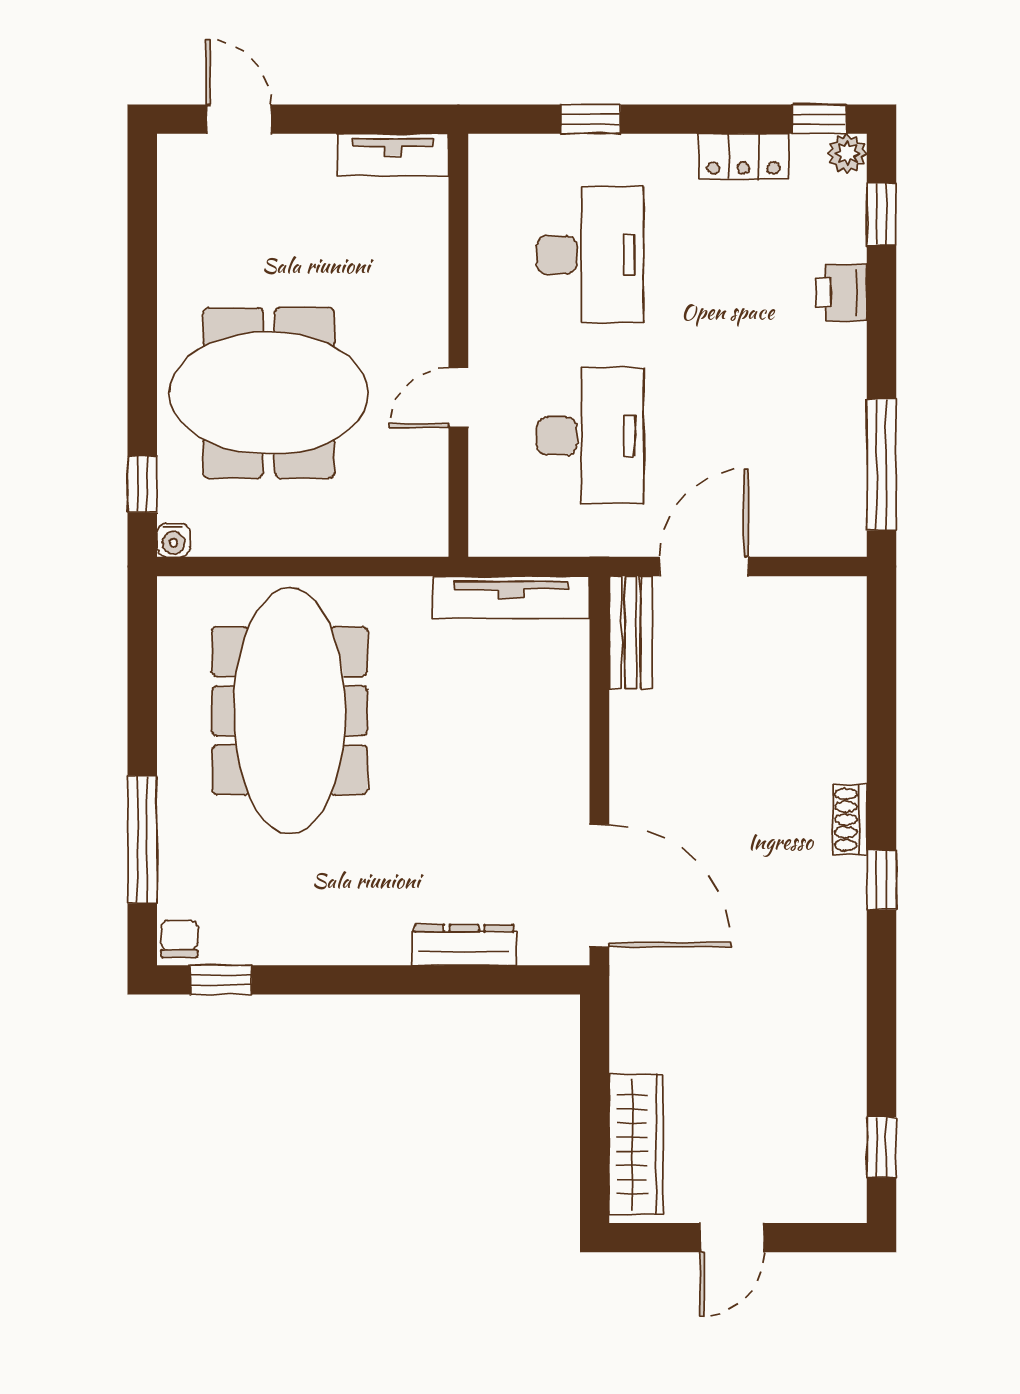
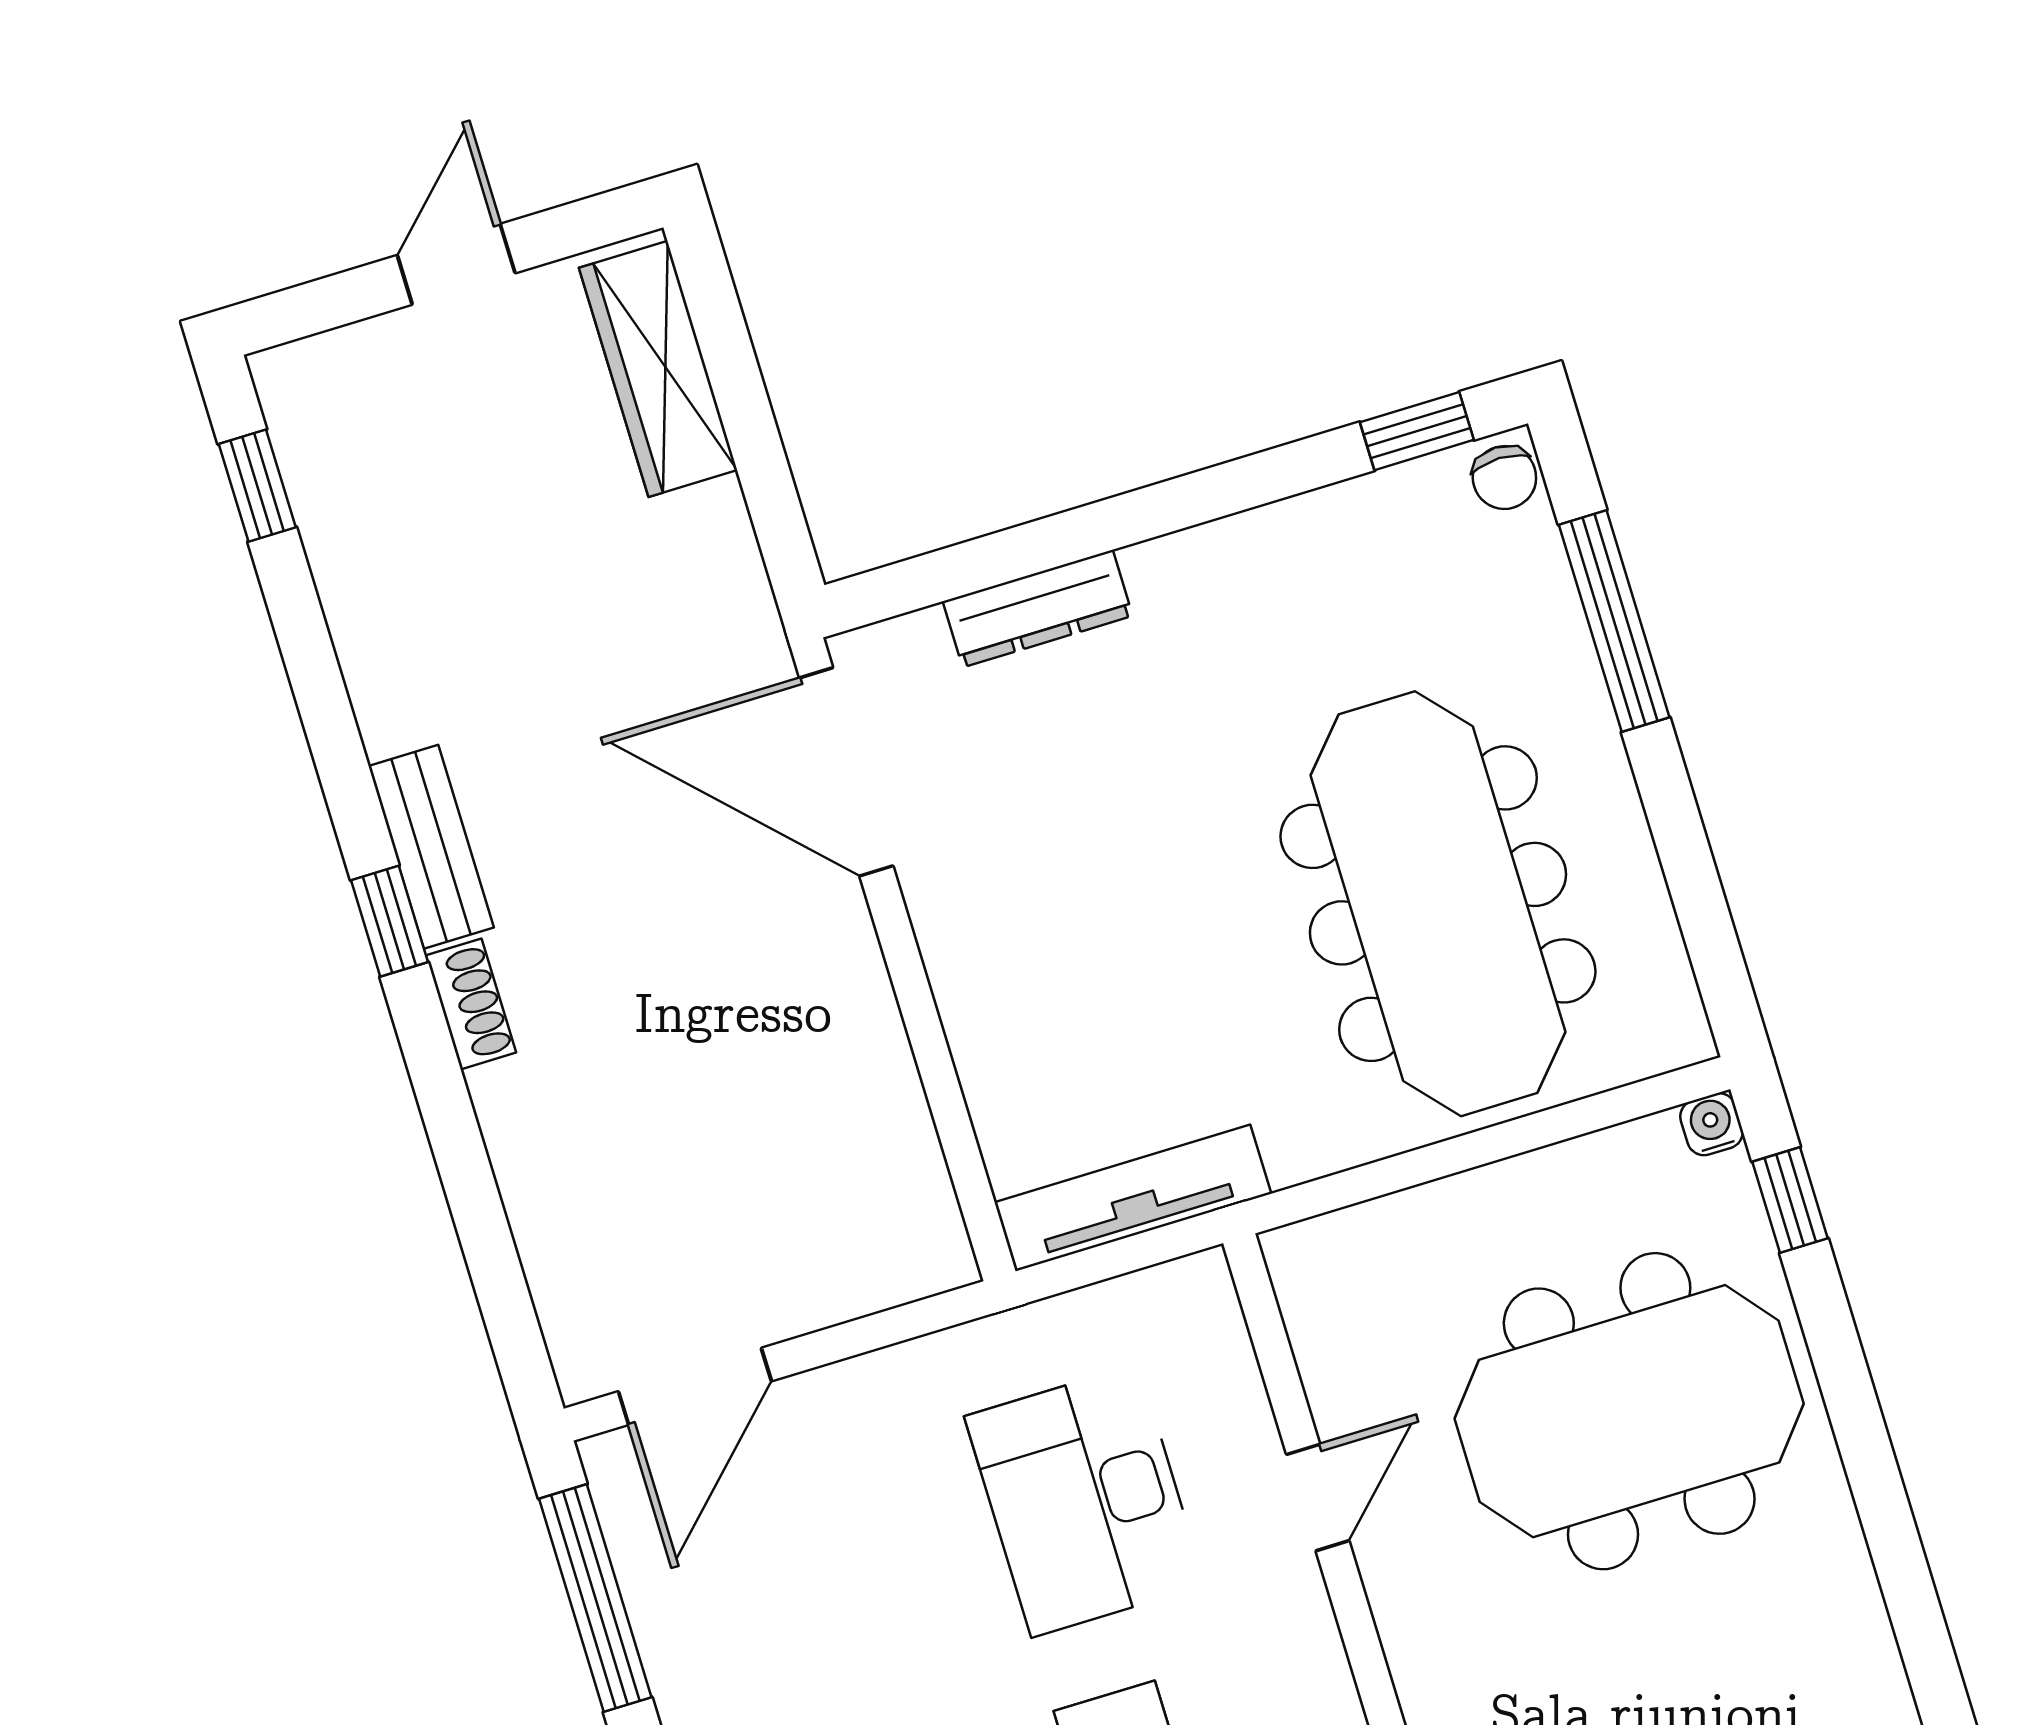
door: (704, 567) -> (695, 1386), moved
bench: (631, 632) -> (431, 847), moved

